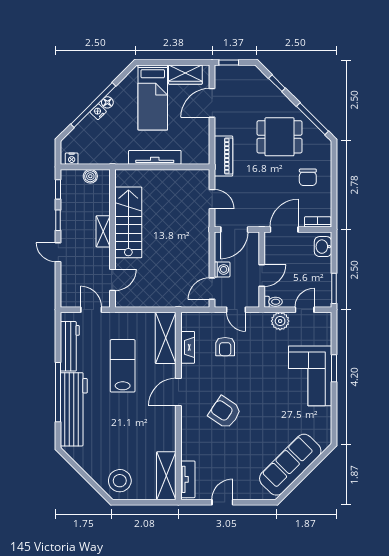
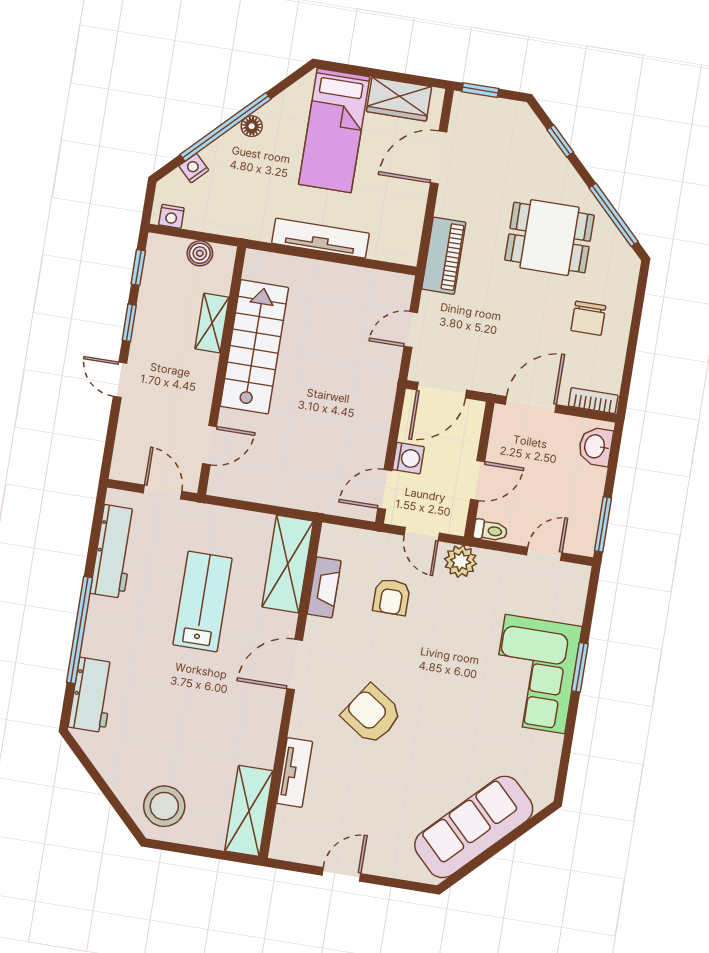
nightstand: (98, 112) -> (194, 168), moved
door: (212, 199) -> (411, 330), swing flipped
shelving: (103, 231) -> (212, 323), moved
plant: (280, 321) -> (461, 561), moved
workbench: (74, 409) -> (92, 695), width x0.53, depth x0.76
tv unit: (188, 479) -> (295, 772), moved

